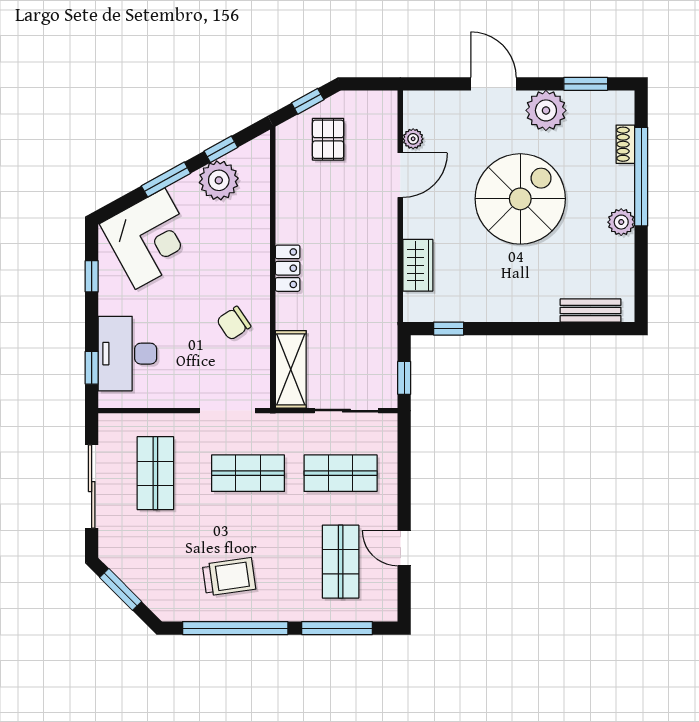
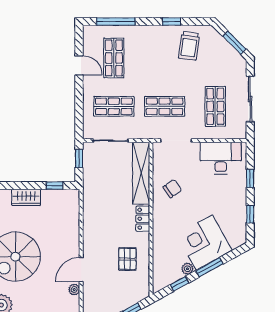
pallet: (328, 139) -> (127, 259), moved
plant: (219, 180) -> (187, 269), width x0.53, depth x0.53
corner desk: (150, 239) -> (204, 243), moved
wardrobe: (418, 265) -> (26, 197), moved, turned -90
desk: (127, 354) -> (221, 158), moved, turned -90
window: (92, 368) -> (250, 178), moved
shelving: (291, 369) -> (141, 173), width x1.47
trolley: (229, 577) -> (189, 46), moved, turned -74
window: (235, 628) -> (172, 22), width x0.32

